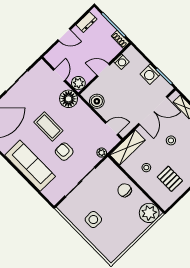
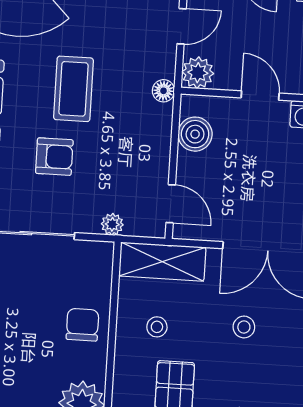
floor lamp: (69, 99) -> (164, 91), width x0.53, depth x0.53
armchair: (64, 152) -> (54, 157), turned 90

